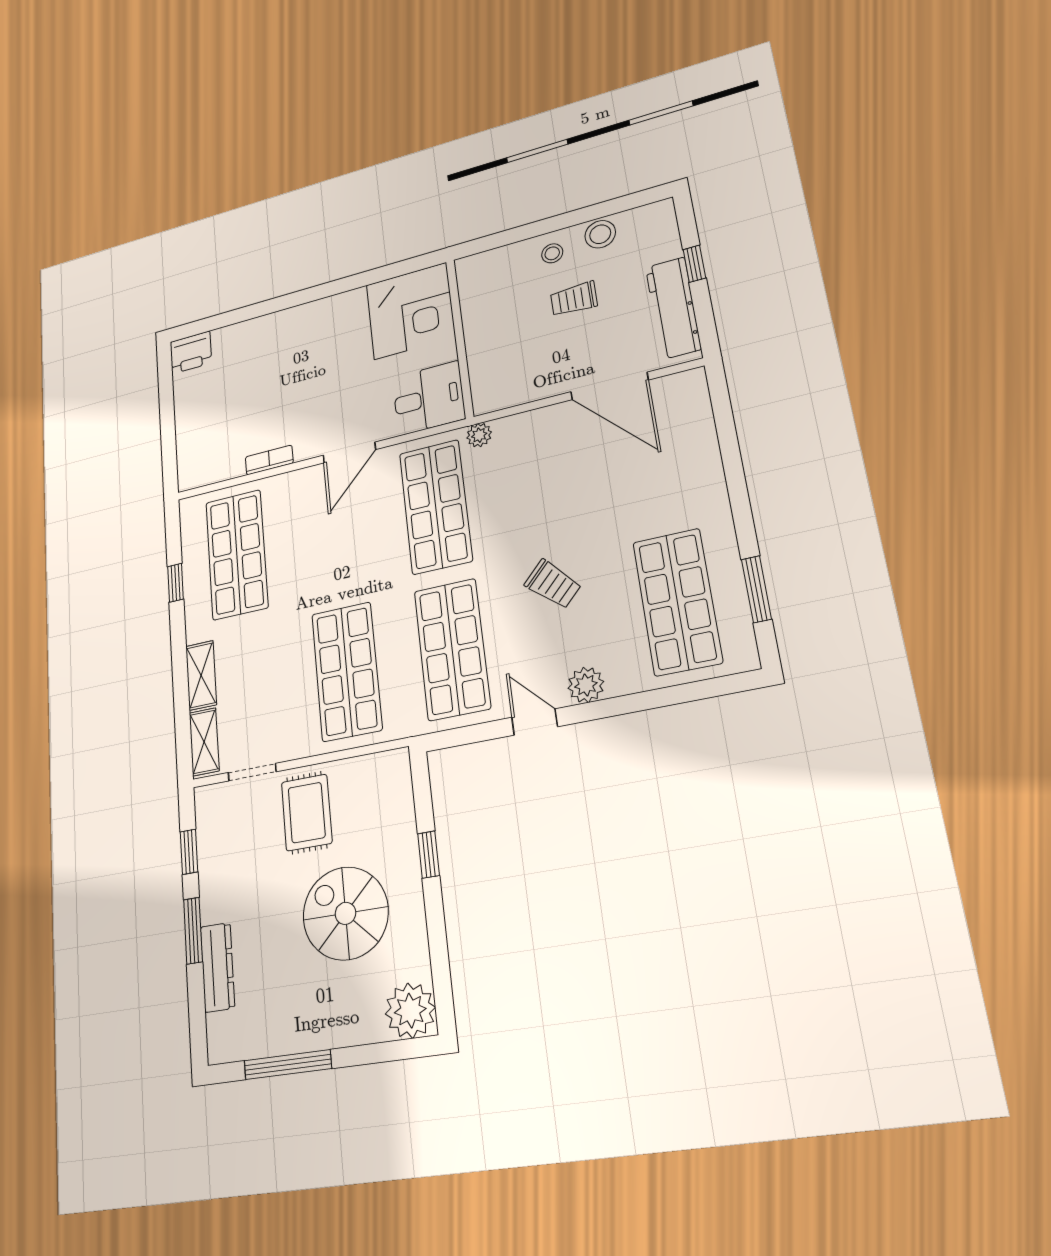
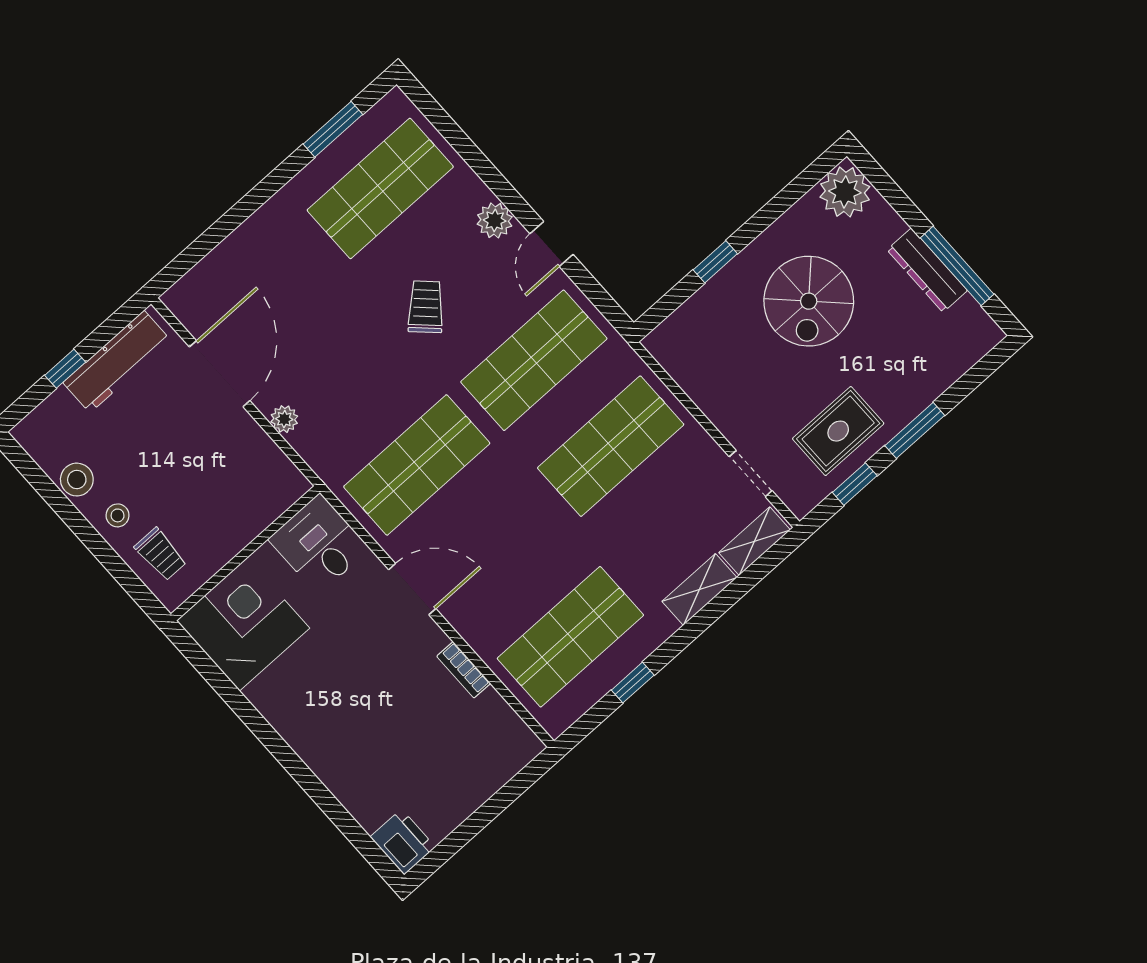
trolley: (574, 299) -> (160, 554), moved
plant: (479, 435) -> (284, 419), moved
rug: (307, 813) -> (838, 431), moved
dresser: (217, 967) -> (927, 270), moved, turned -90

